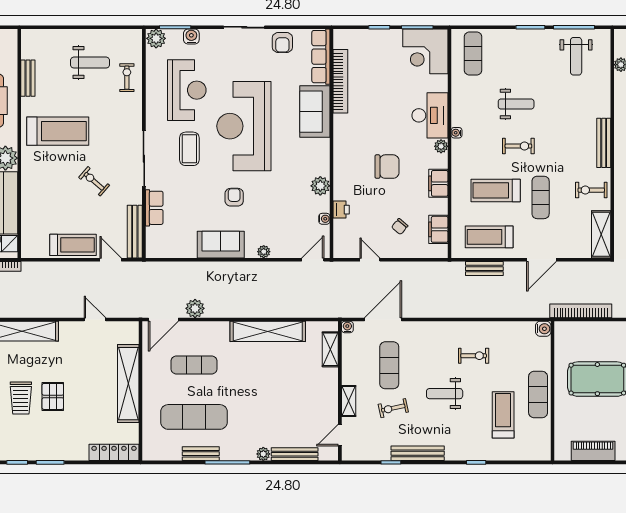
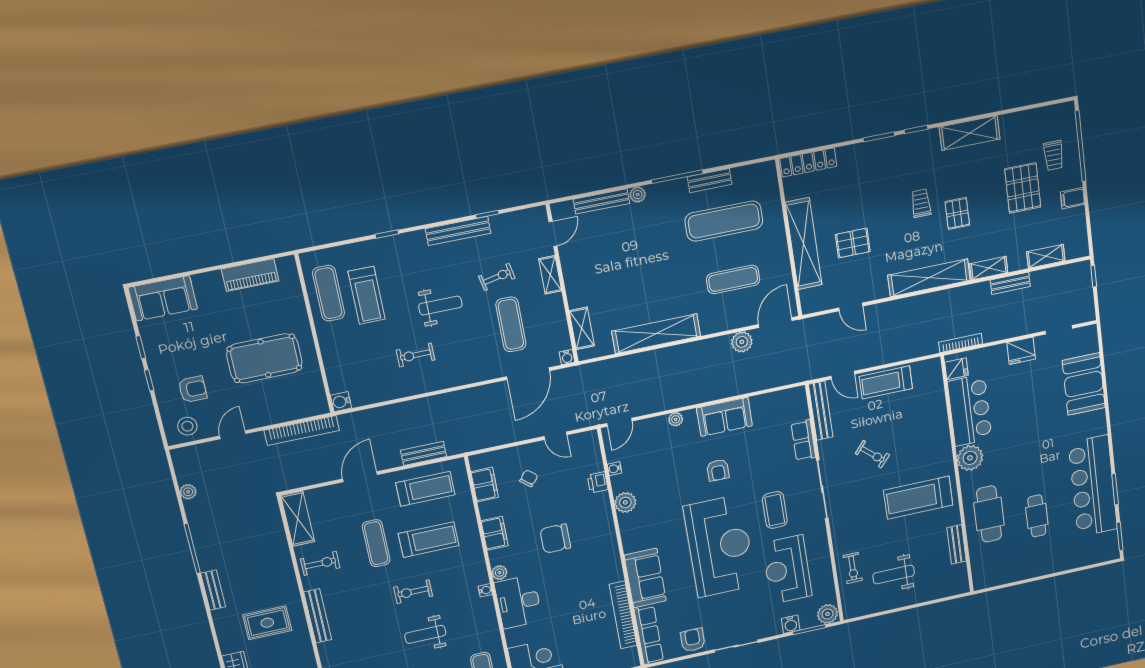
exercise mat: (538, 395) -> (329, 293), moved
pallet: (53, 396) -> (853, 243), moved, turned 90
trolley: (21, 398) -> (921, 203), width x0.73, depth x0.72

